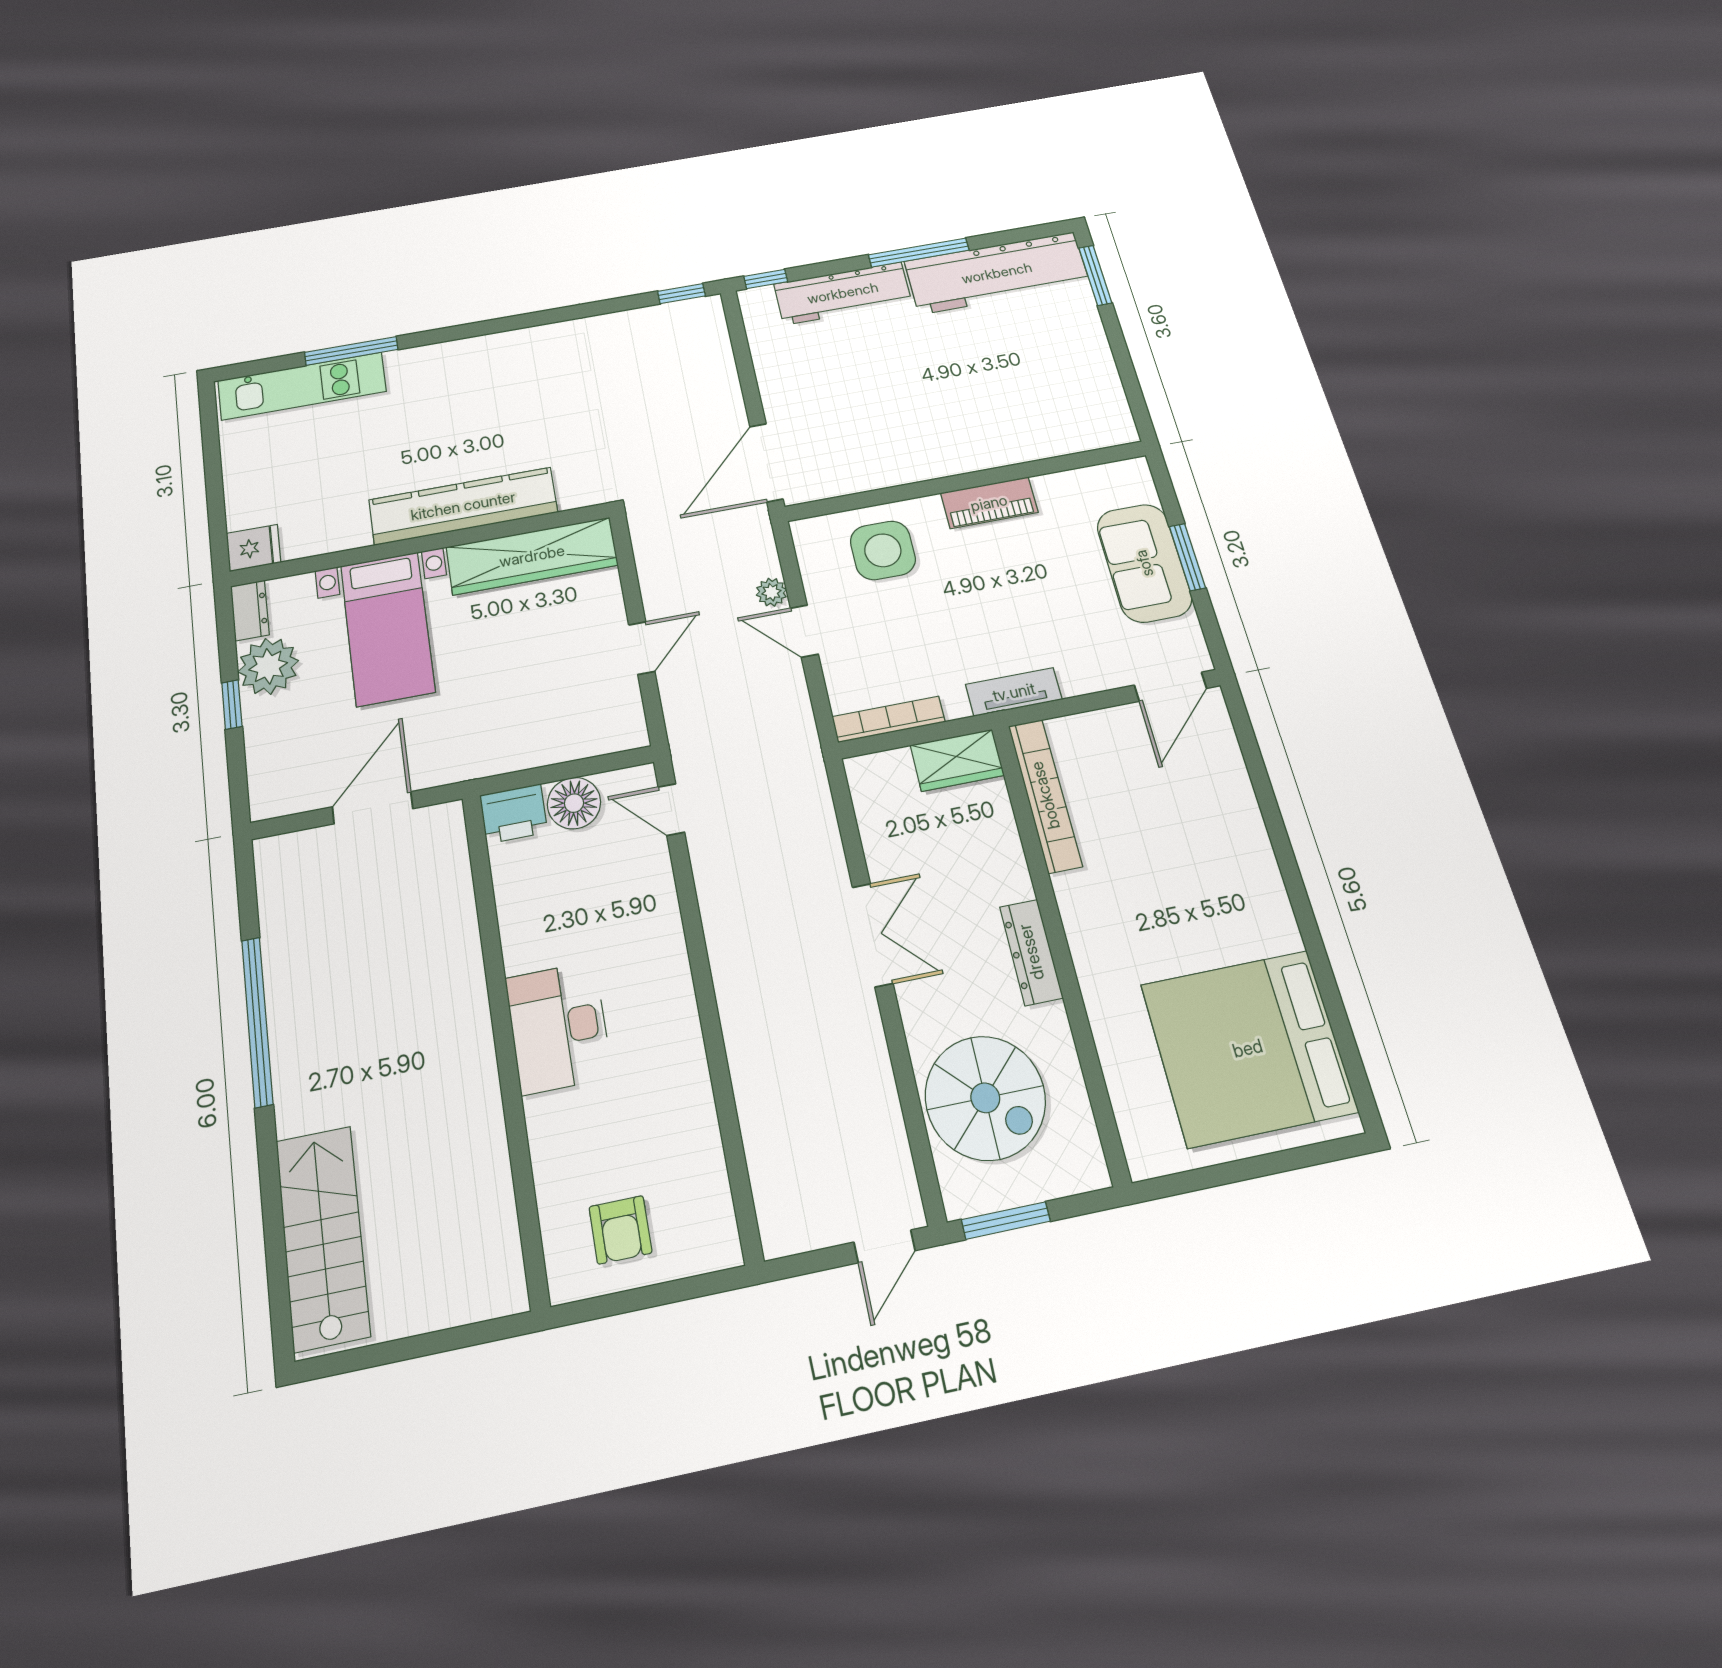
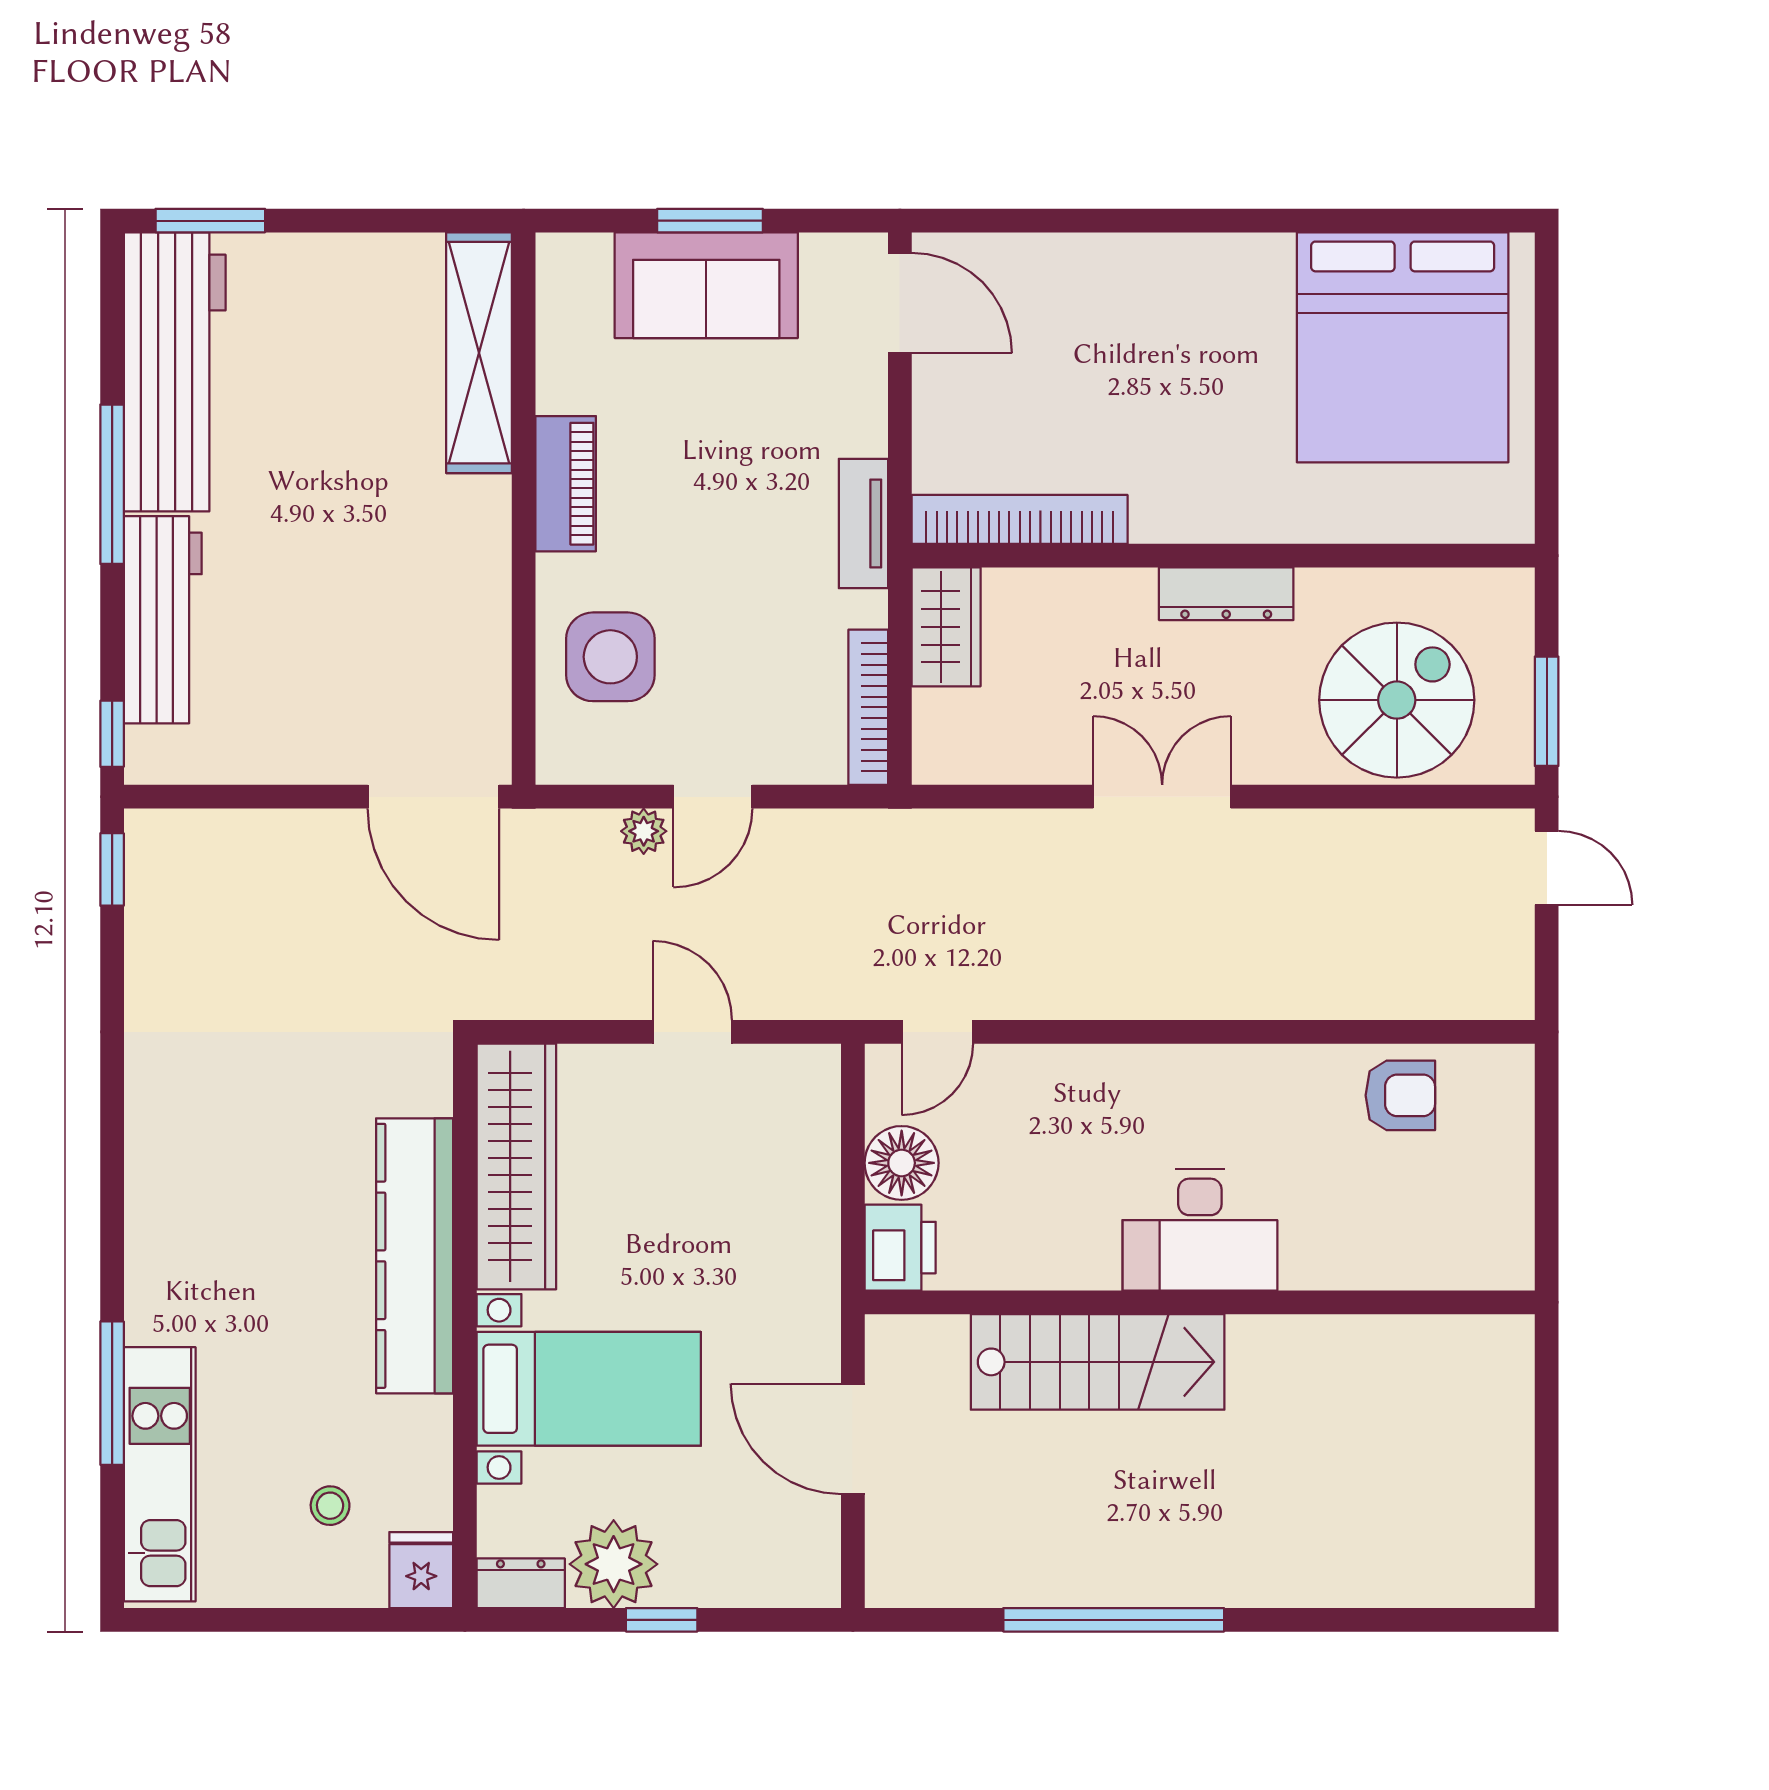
shelving: (1059, 437) -> (479, 353), added
stool: (291, 486) -> (330, 1506), added
armchair: (620, 1230) -> (1400, 1095), moved
stairs: (323, 1237) -> (1098, 1362), moved, turned 180

